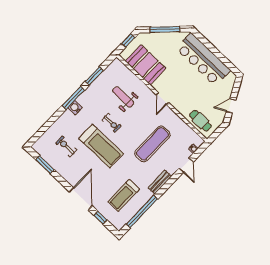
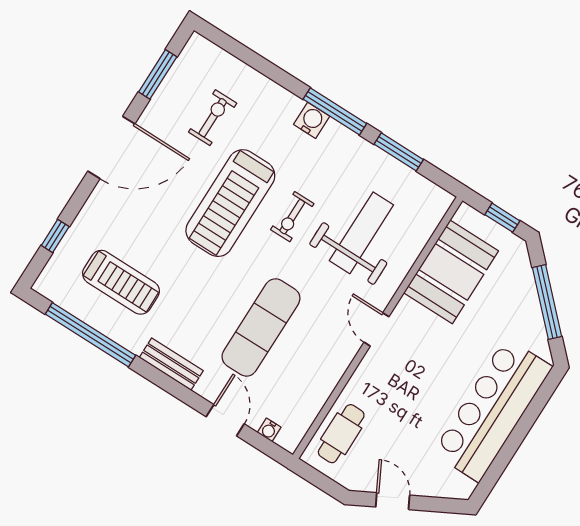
weight bench: (123, 97) -> (361, 233), width x1.36, depth x1.33
door: (162, 99) -> (376, 329), hinge flipped
exercise mat: (152, 144) -> (261, 327), turned 90
door: (186, 165) -> (225, 420), swing flipped
treadmill: (124, 195) -> (121, 282), turned 180
door: (81, 199) -> (111, 148), moved

